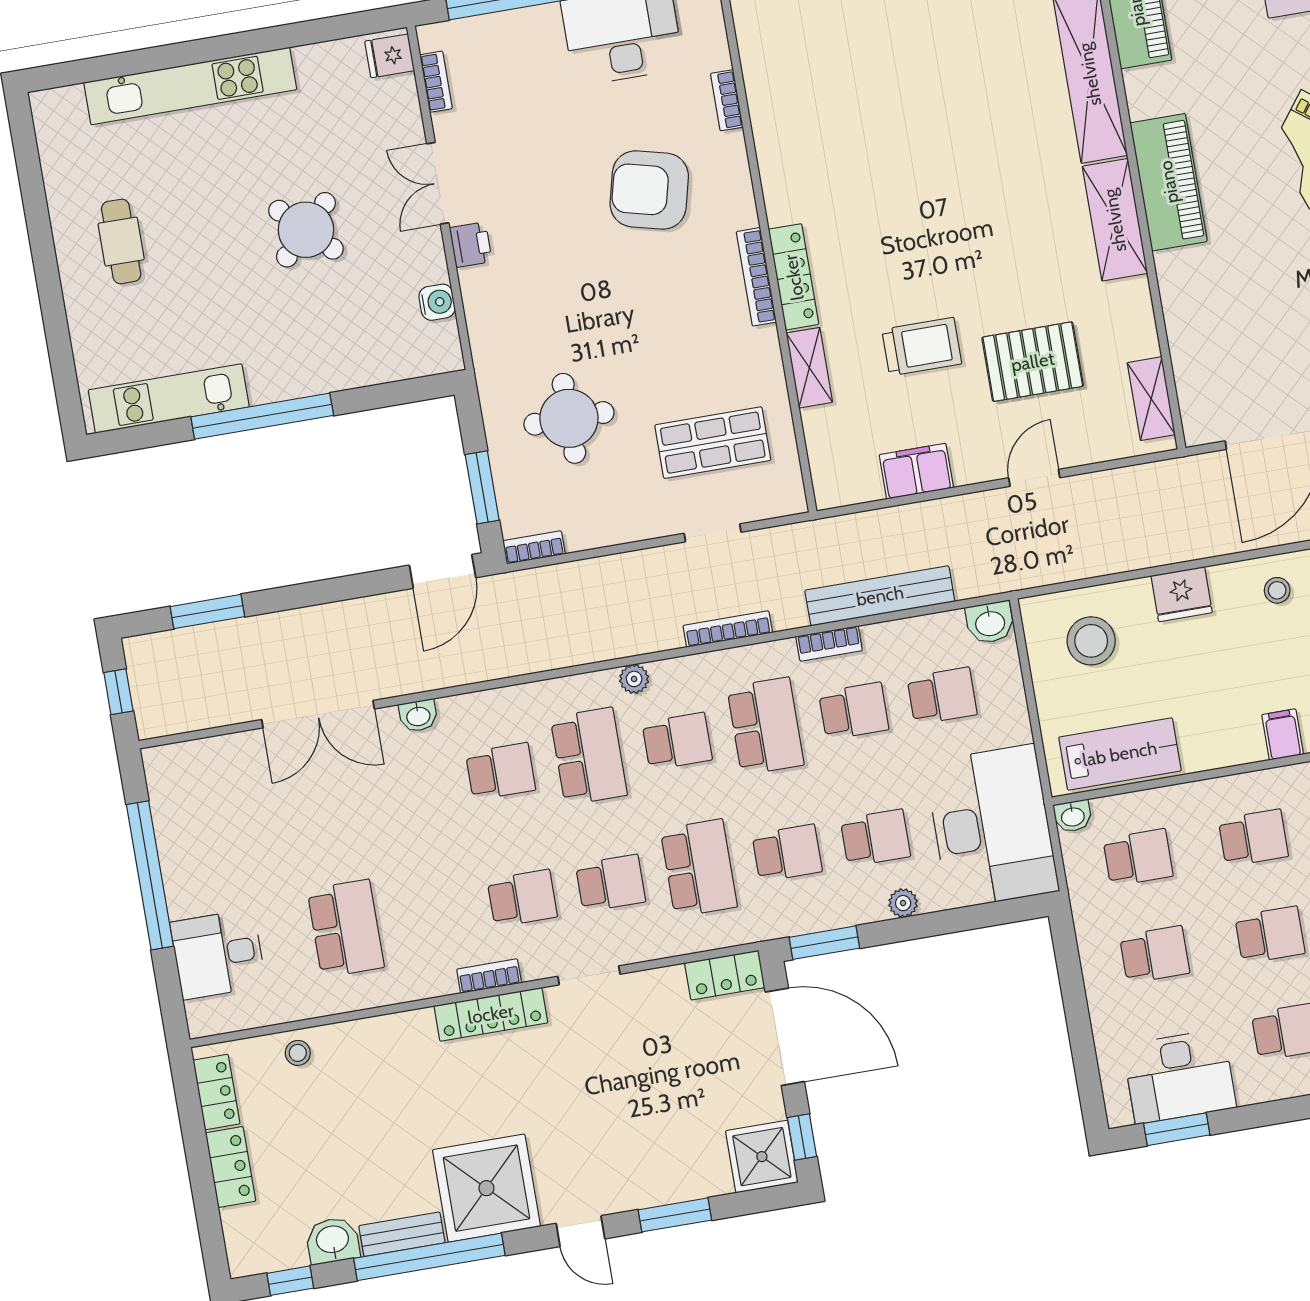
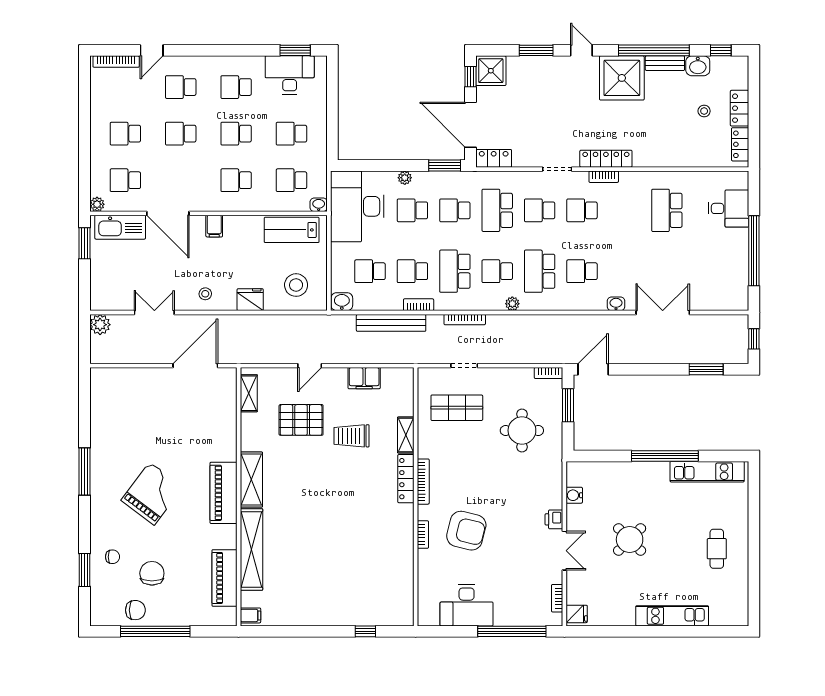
kitchen unit: (190, 86) -> (672, 616), width x0.73
bookcase: (727, 100) -> (423, 535), moved
stool: (298, 1053) -> (704, 111), moved

